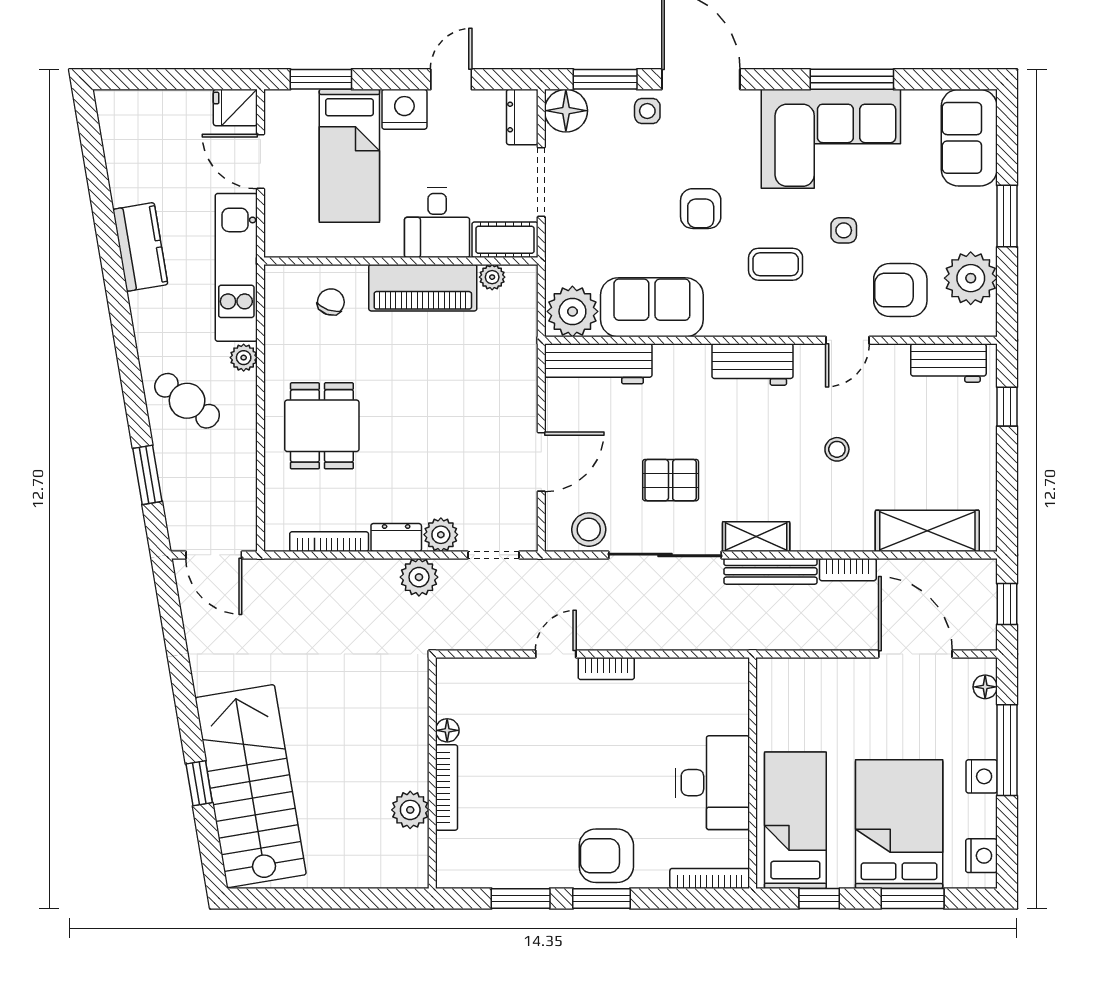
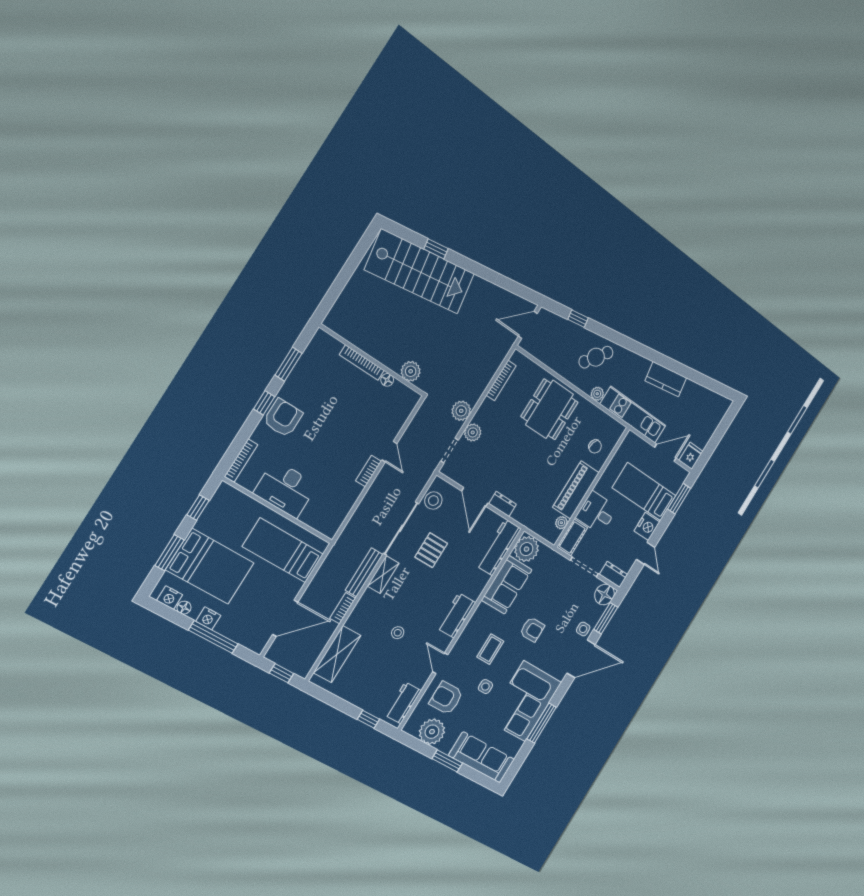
sofa: (969, 138) -> (482, 757), width x1.36
armchair: (701, 209) -> (532, 629), turned 180
armchair: (900, 290) -> (446, 698), turned -90
dining table: (322, 426) -> (550, 409), width x1.38
window: (147, 475) -> (578, 319), width x0.67
dresser: (396, 538) -> (503, 504), moved, turned -90
floor lamp: (985, 687) -> (184, 608), moved
plant: (410, 810) -> (411, 371), moved
bed: (795, 820) -> (283, 550), moved, turned 180
window: (601, 898) -> (264, 403), width x0.67

